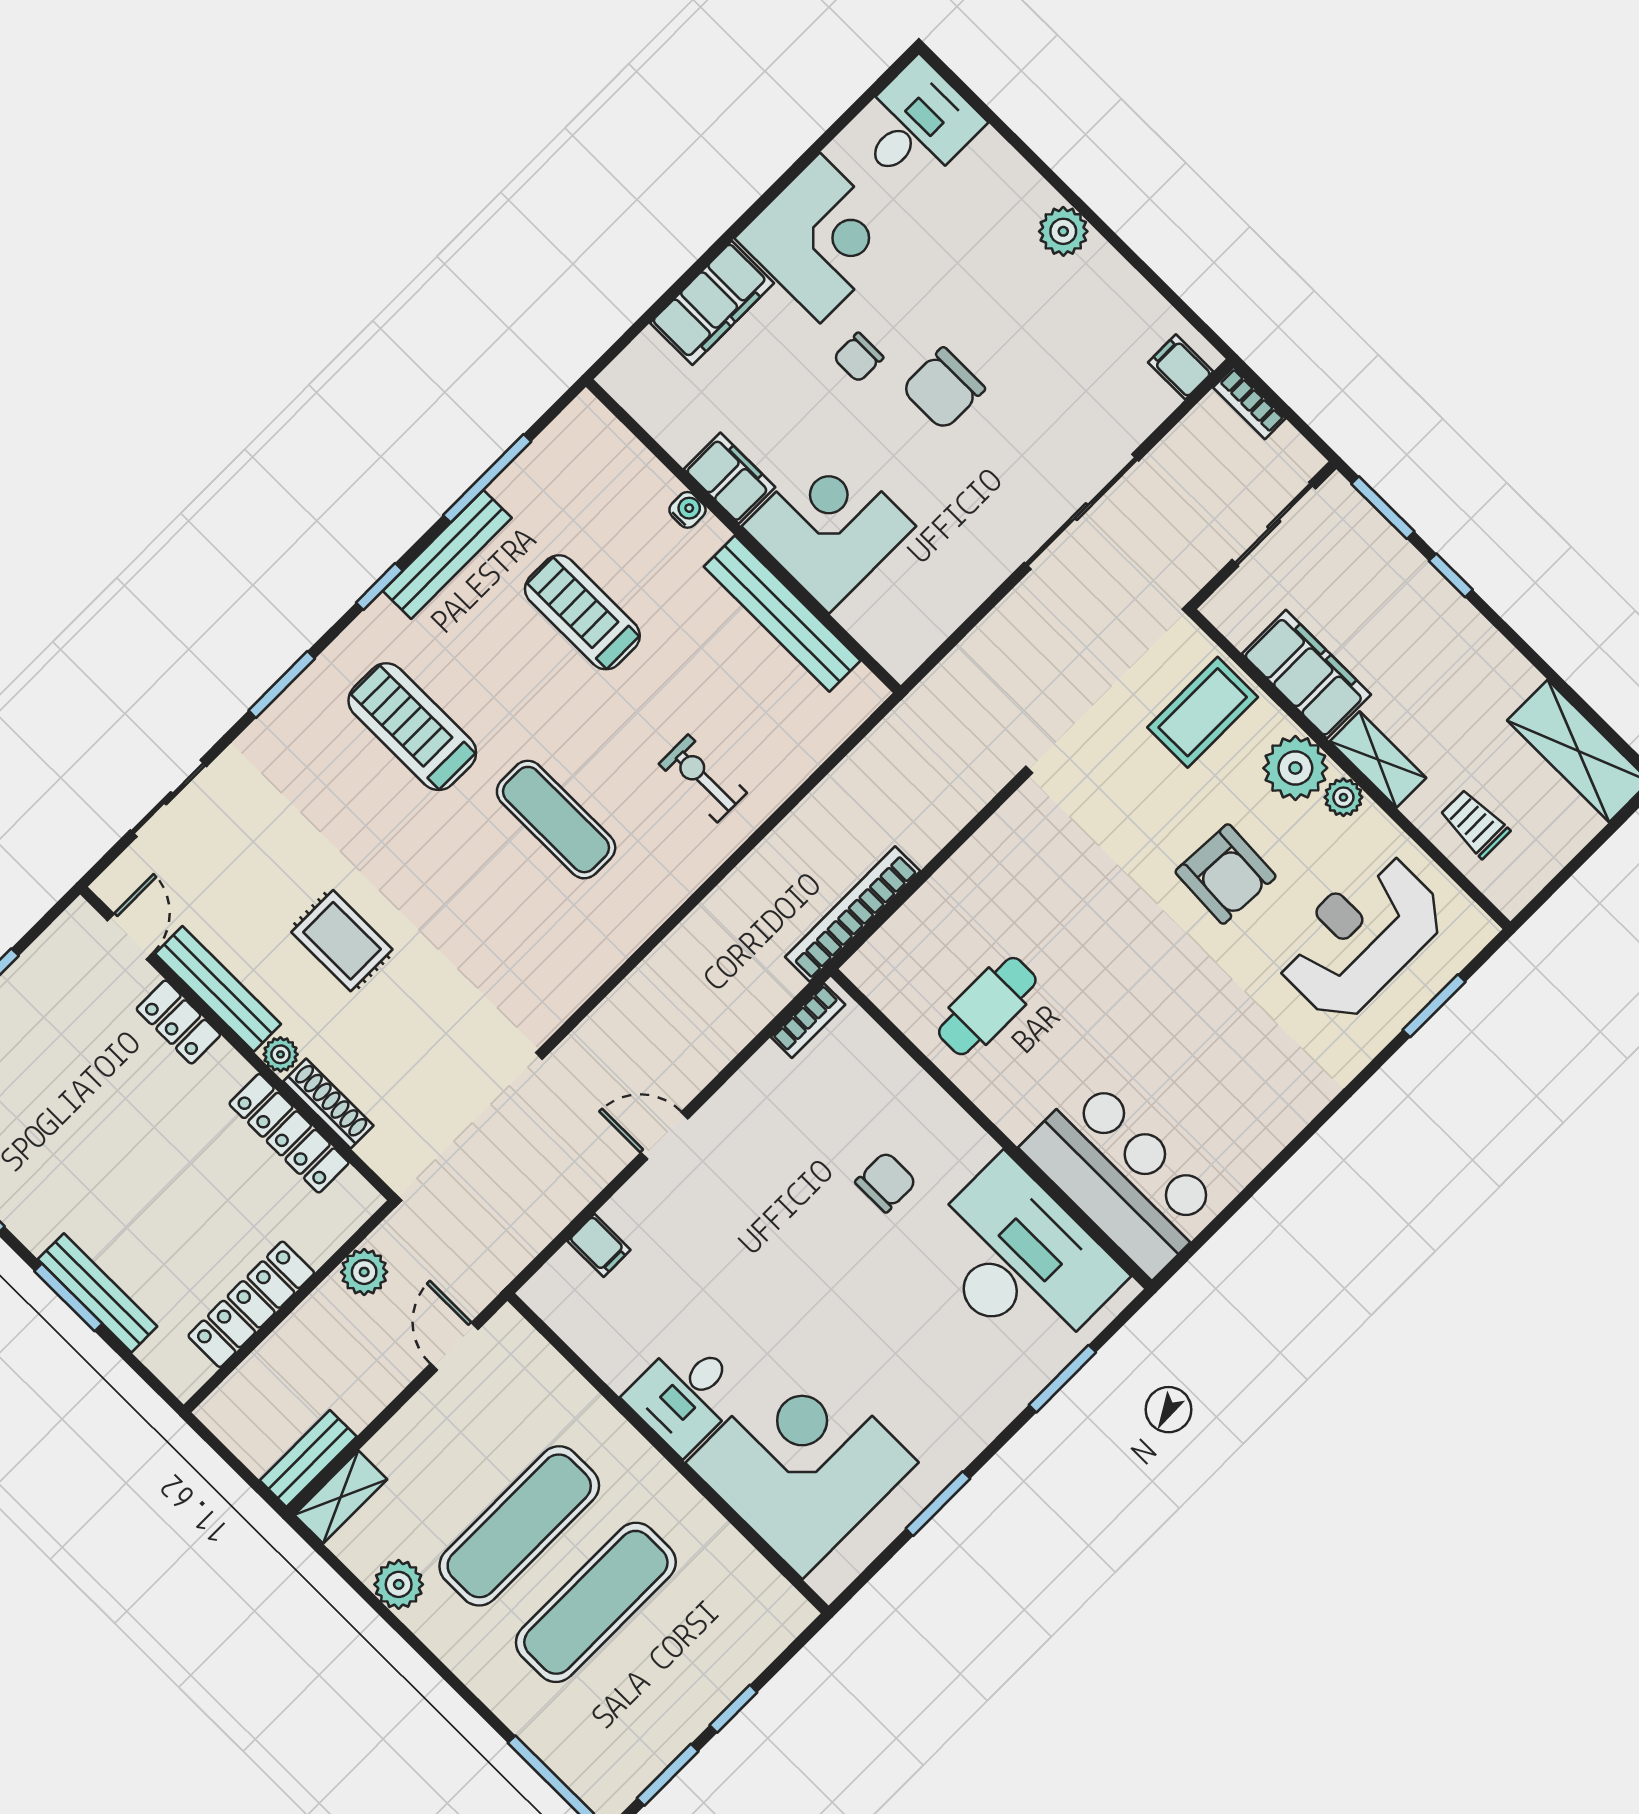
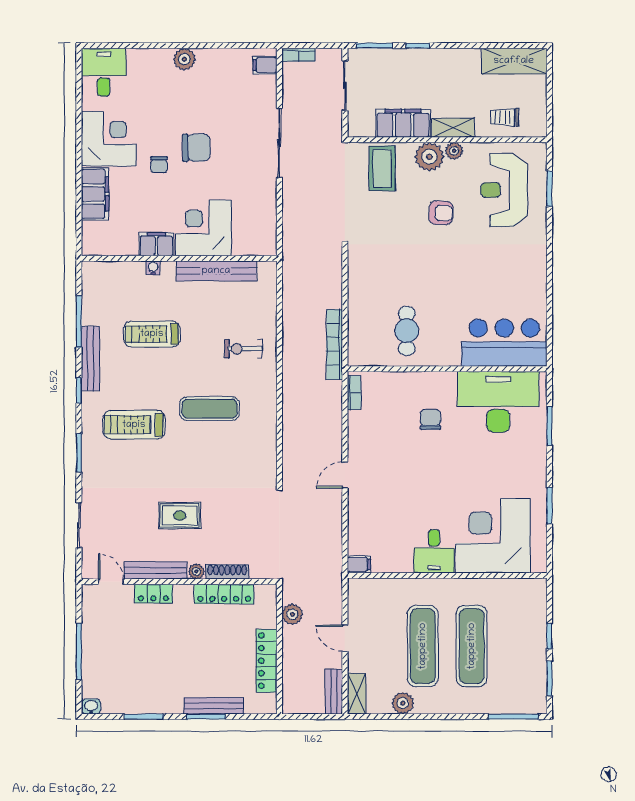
chair: (943, 389) -> (196, 148), turned -91
armchair: (1225, 874) -> (441, 213), width x0.72, depth x0.72
filing cabinet: (599, 1245) -> (359, 564), moved
door: (454, 1346) -> (345, 638), moved

